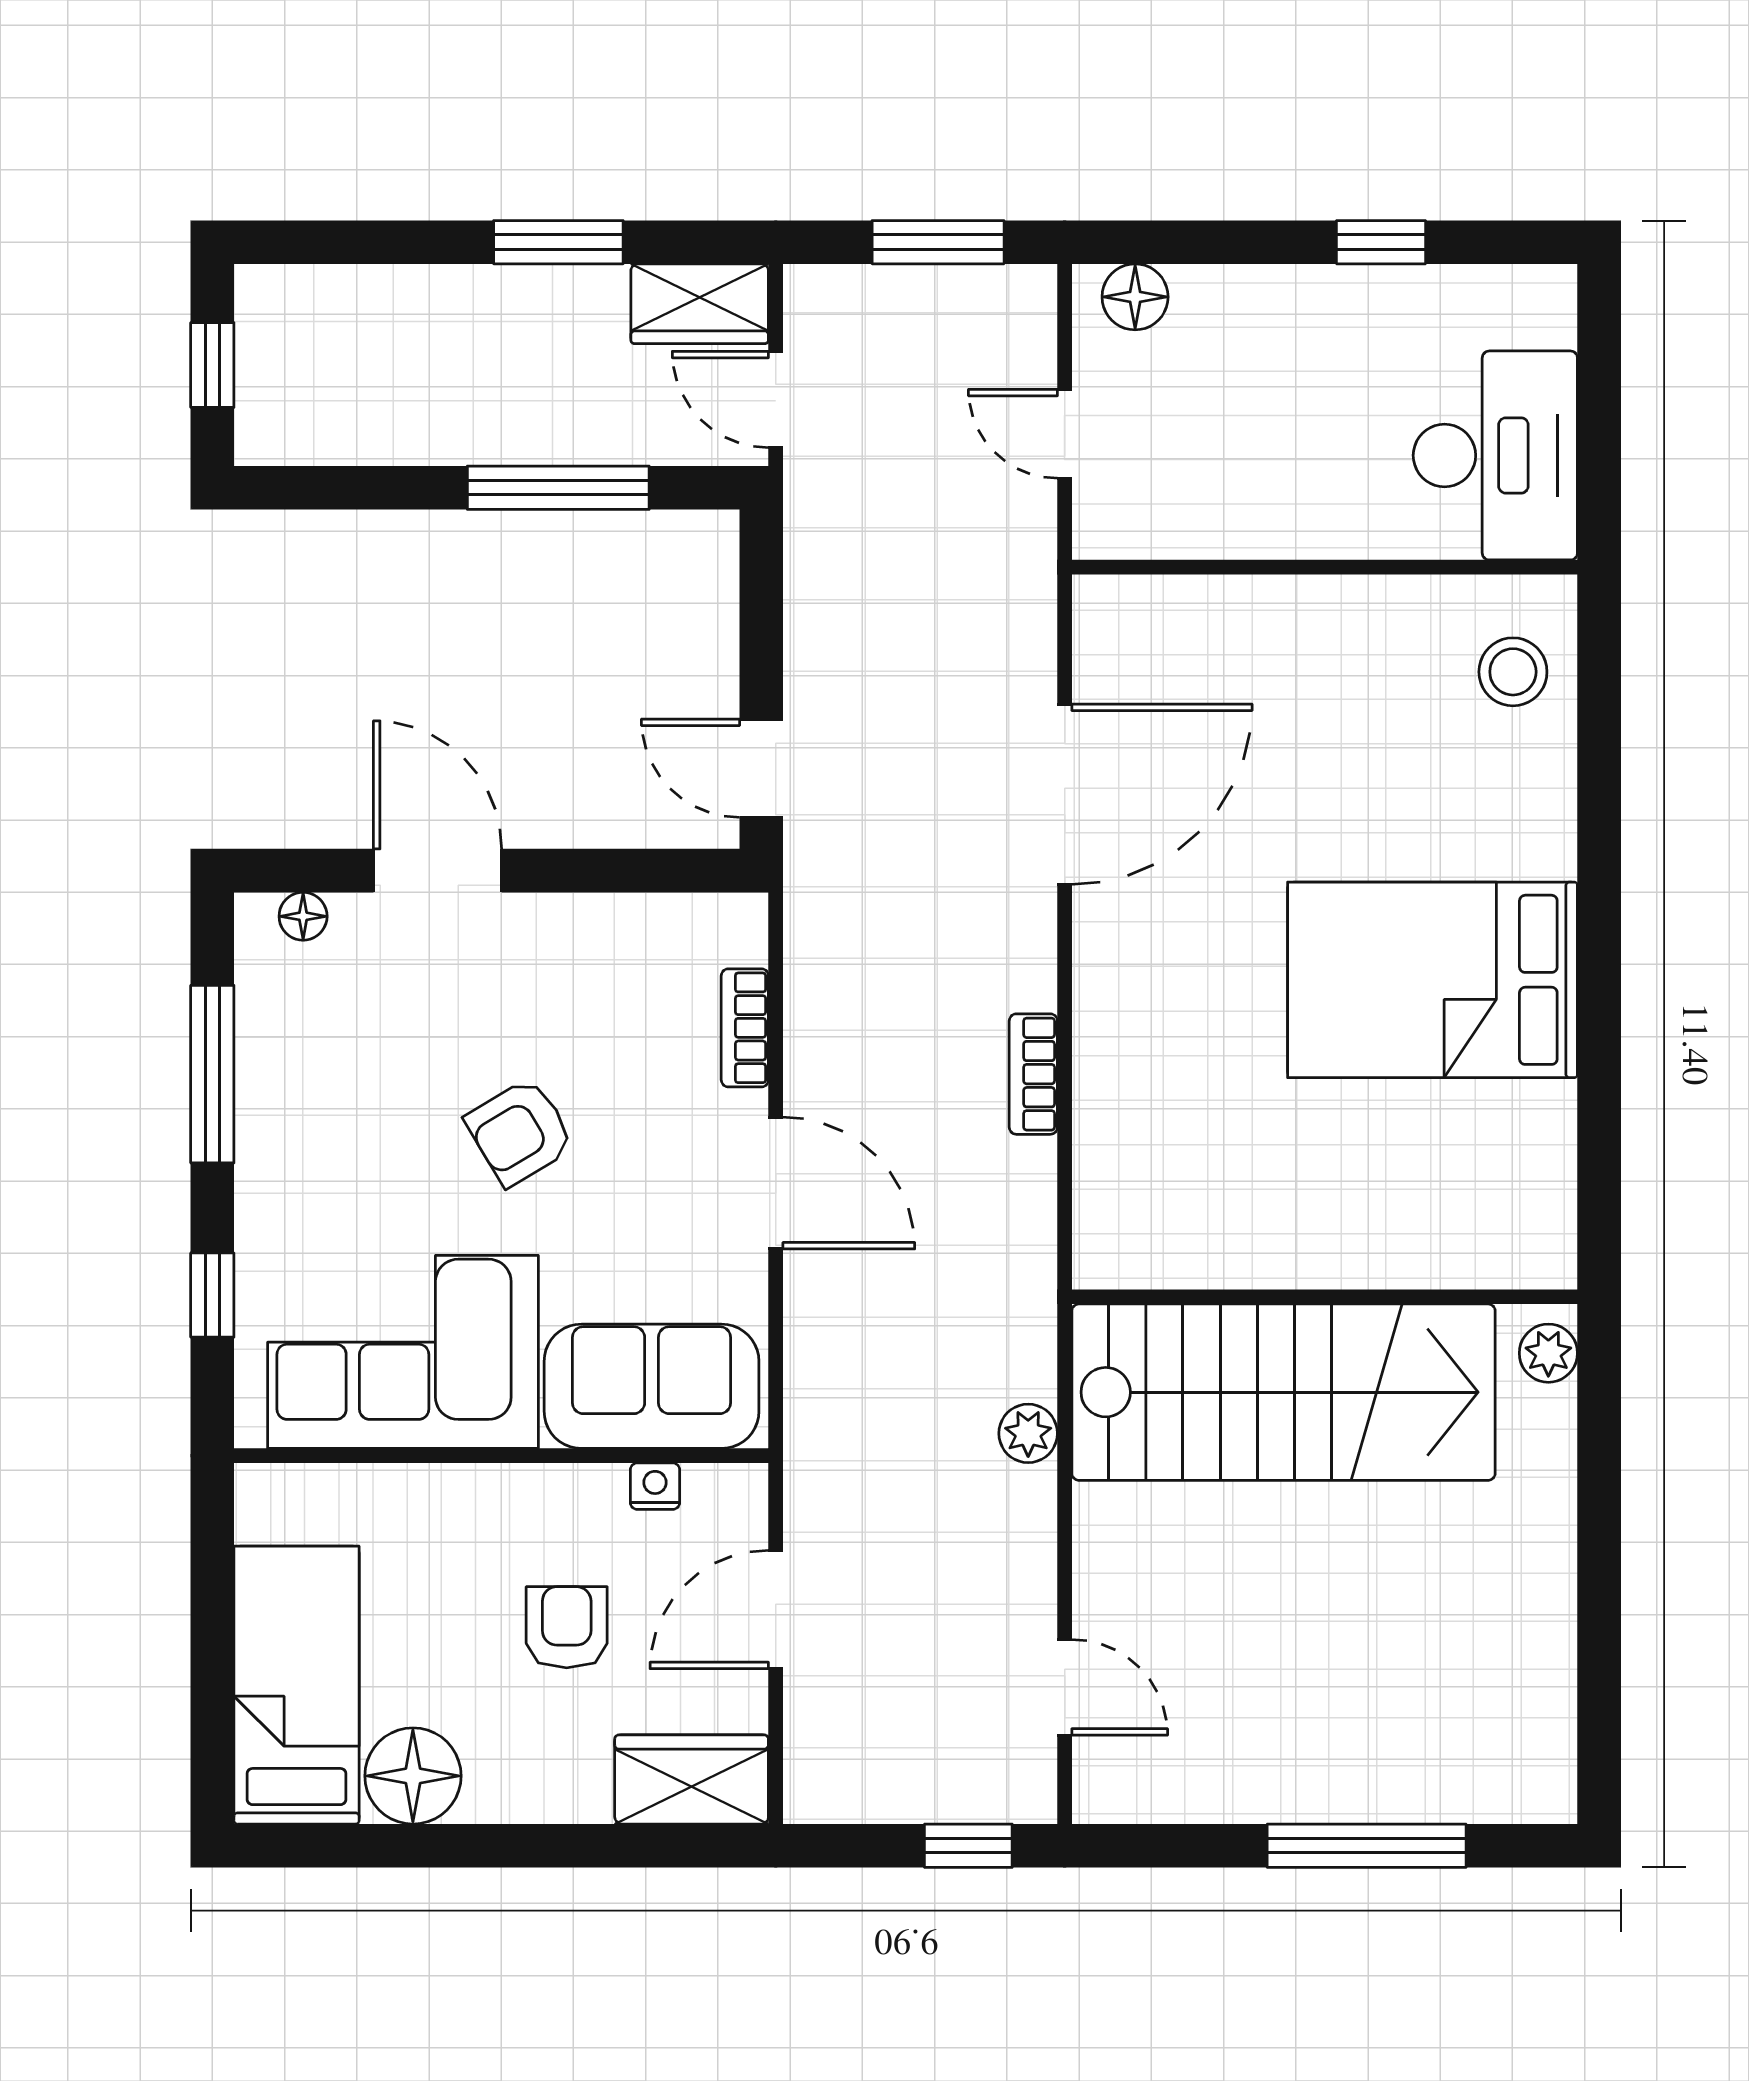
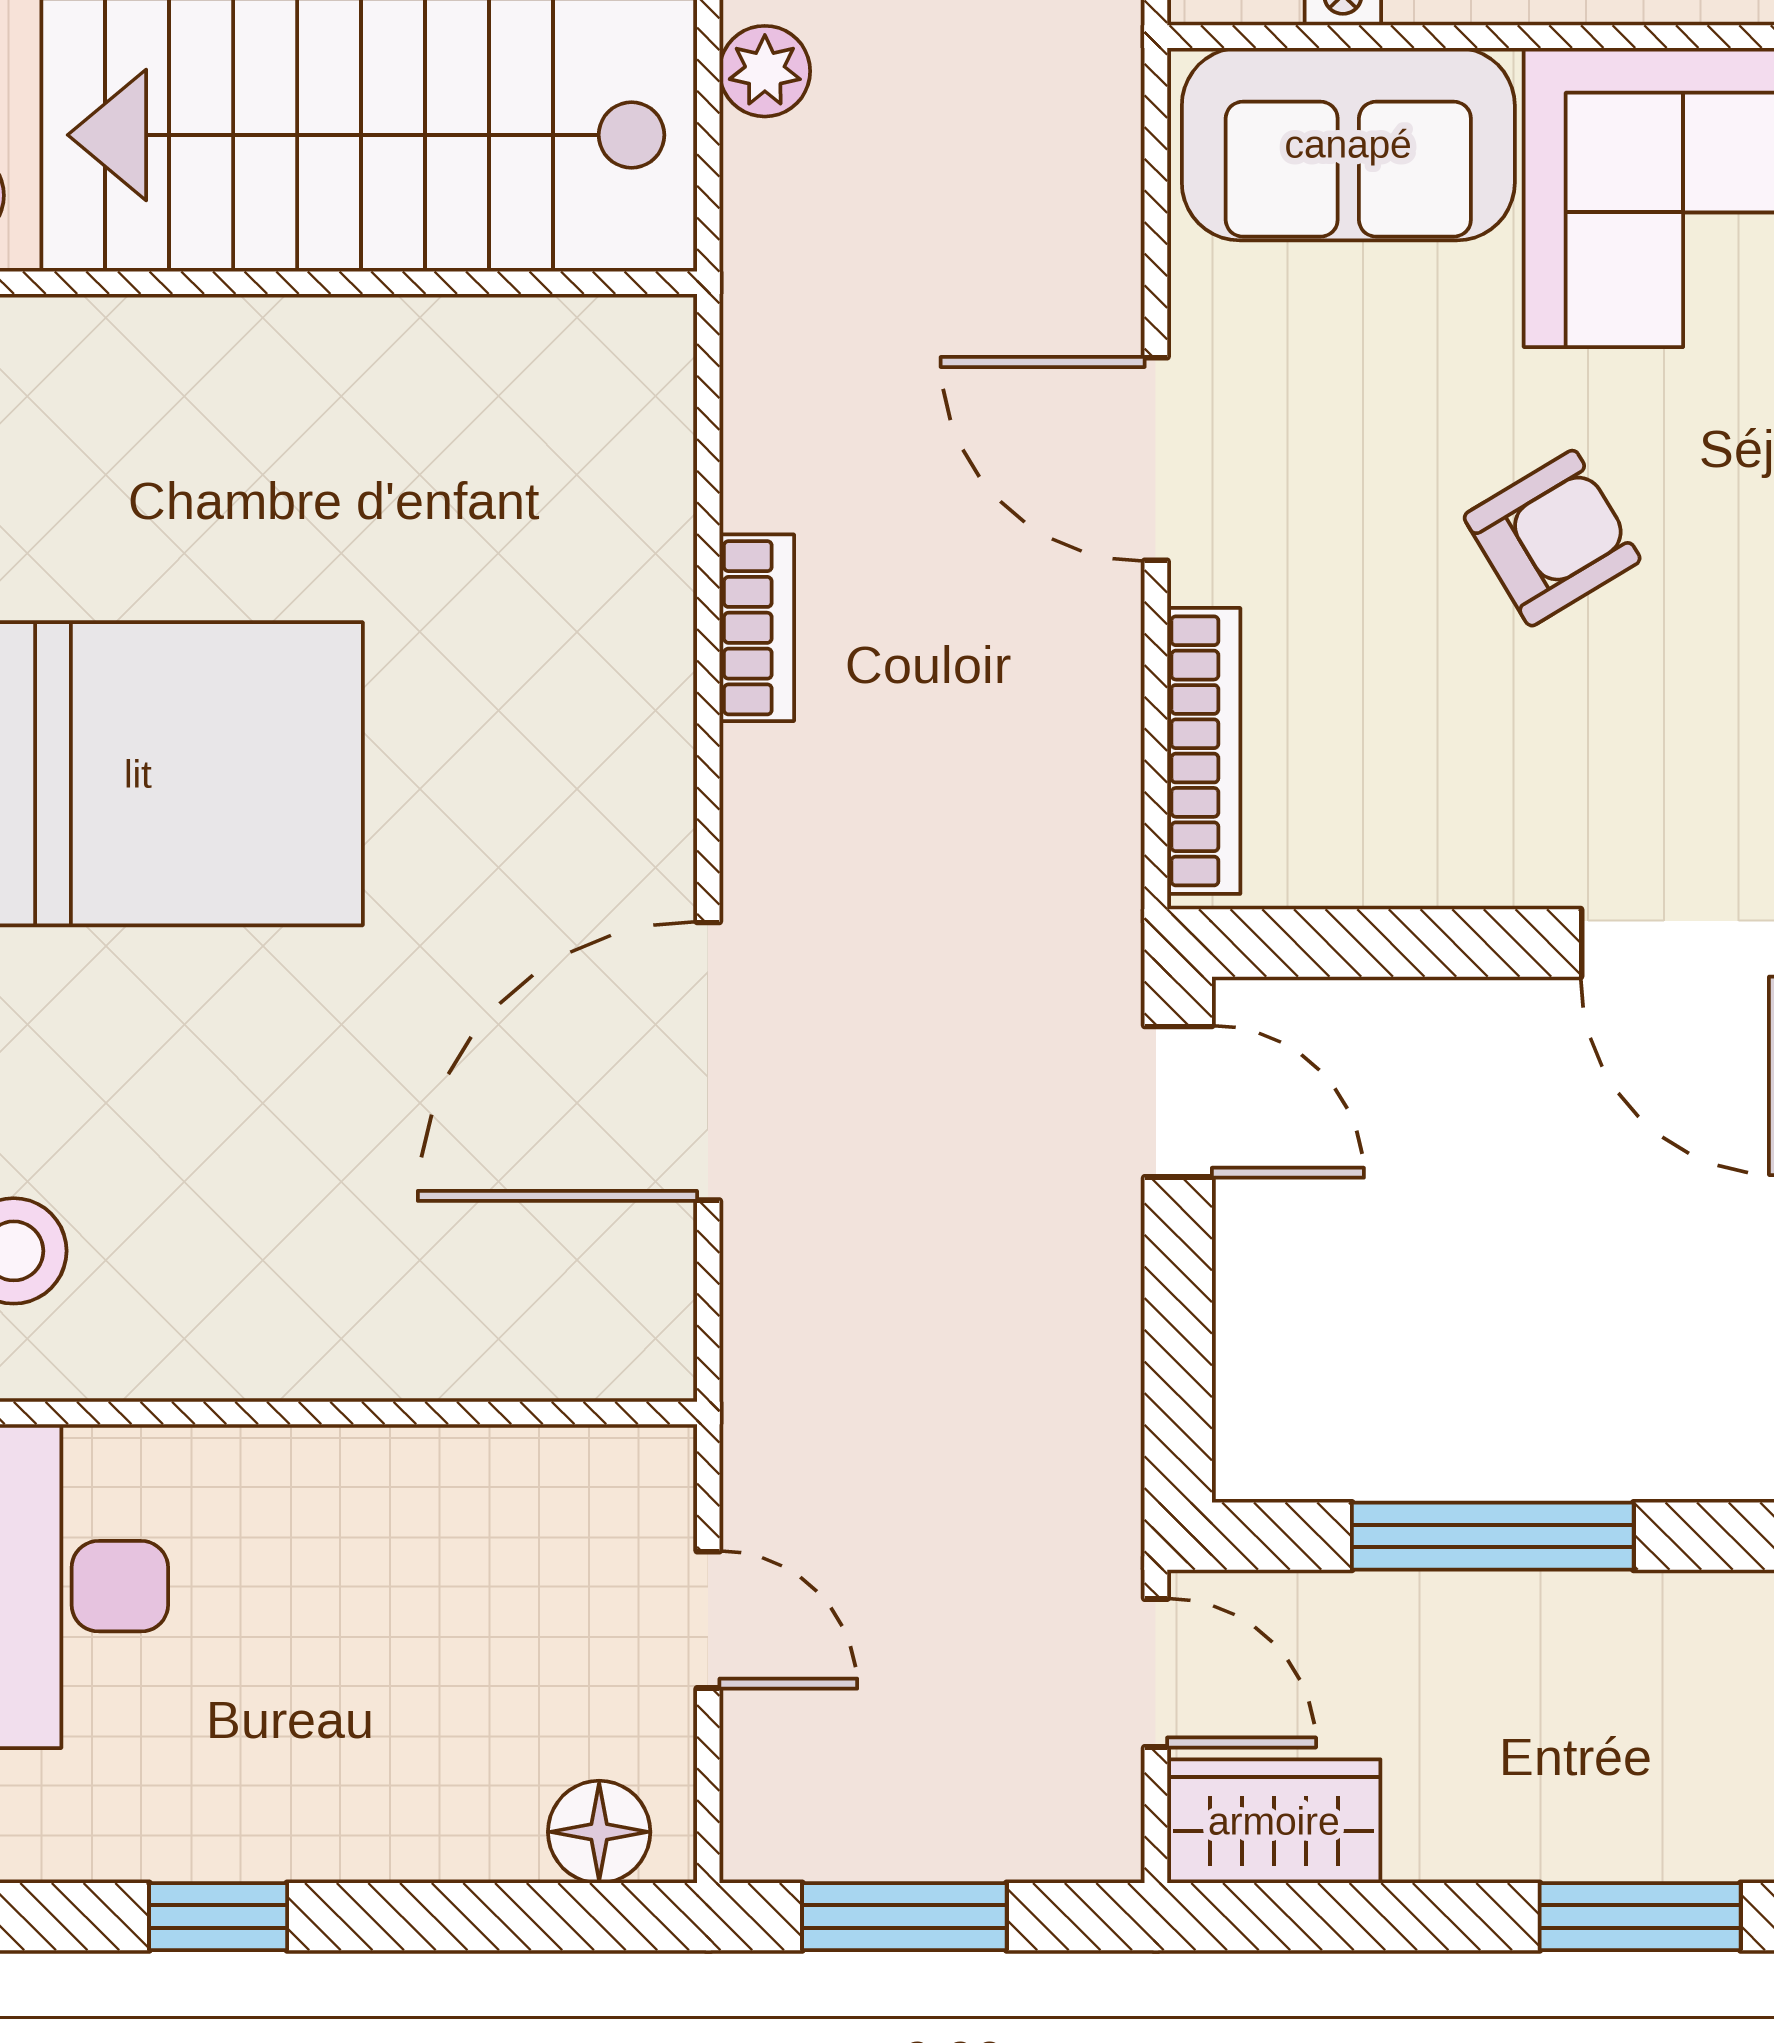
window: (558, 242) -> (1640, 1917), moved
bookcase: (745, 1028) -> (1204, 751), width x1.56

